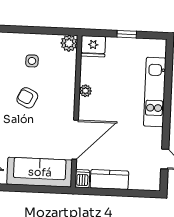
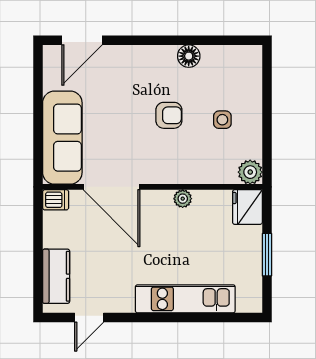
window: (127, 34) -> (267, 255), width x1.50
armchair: (27, 98) -> (169, 115), turned 64
kitchen counter: (109, 180) -> (56, 276), moved

